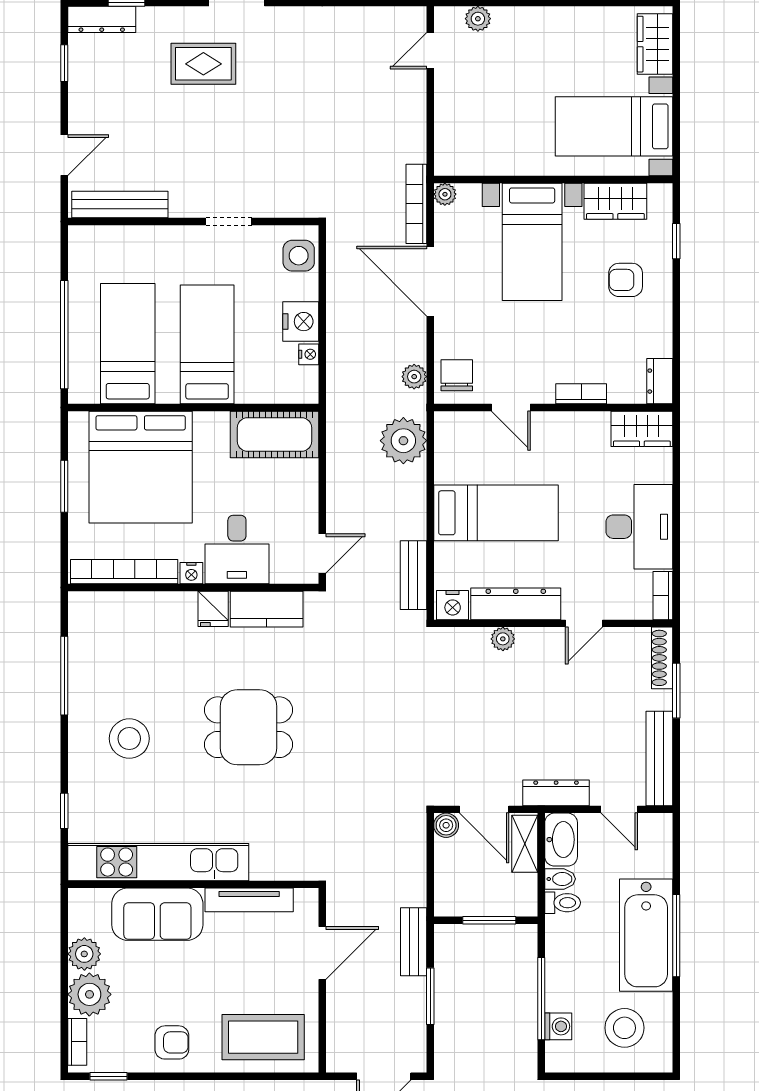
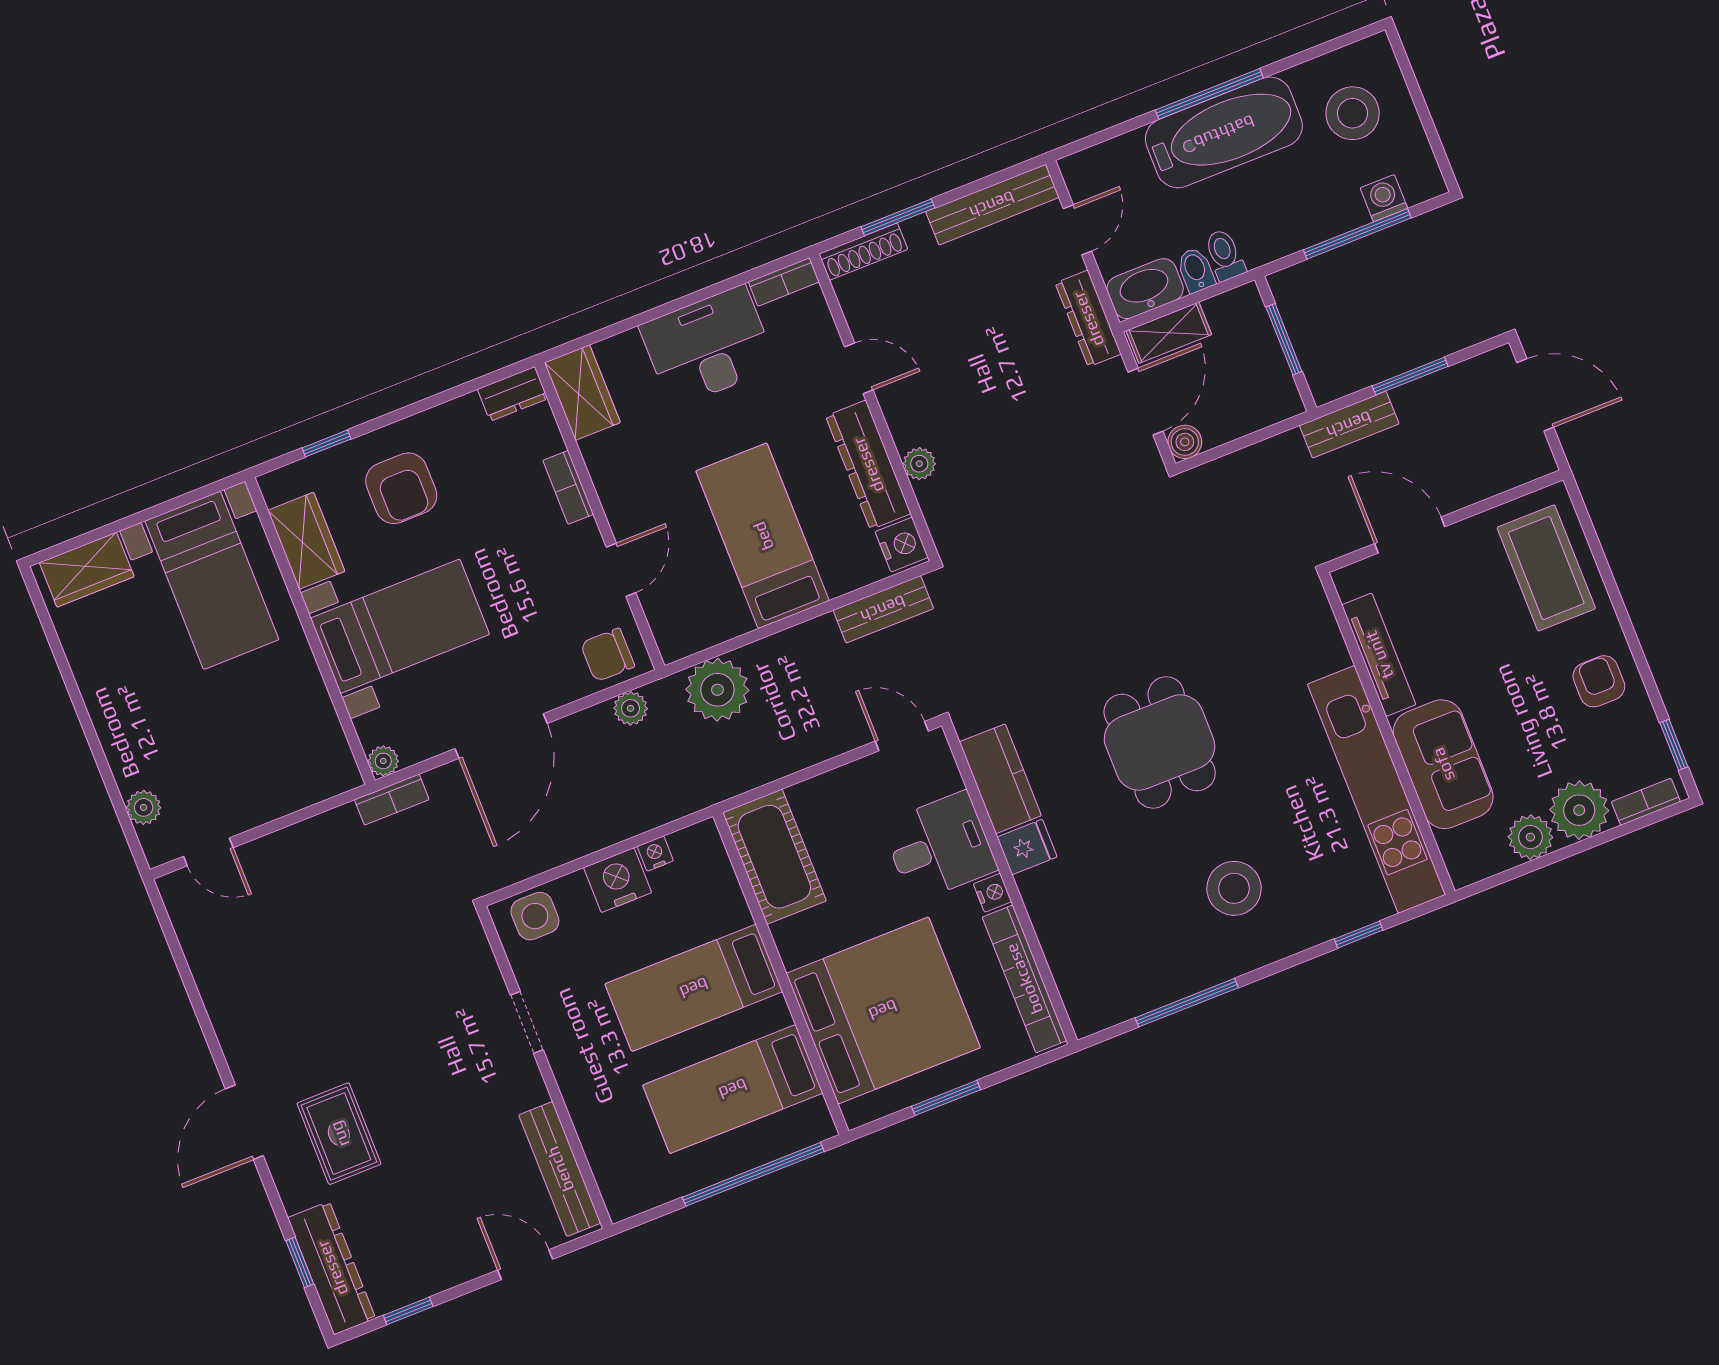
dresser: (102, 19) -> (332, 1268), width x1.37, depth x1.24
bookcase: (416, 204) -> (392, 800), width x0.64
armchair: (626, 280) -> (401, 488), width x1.38, depth x1.38

